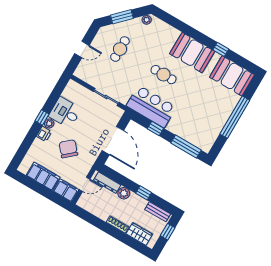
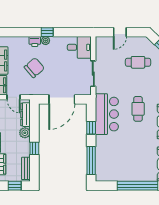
door: (82, 49) -> (120, 32), hinge flipped
desk: (65, 113) -> (79, 47), moved, turned 90

